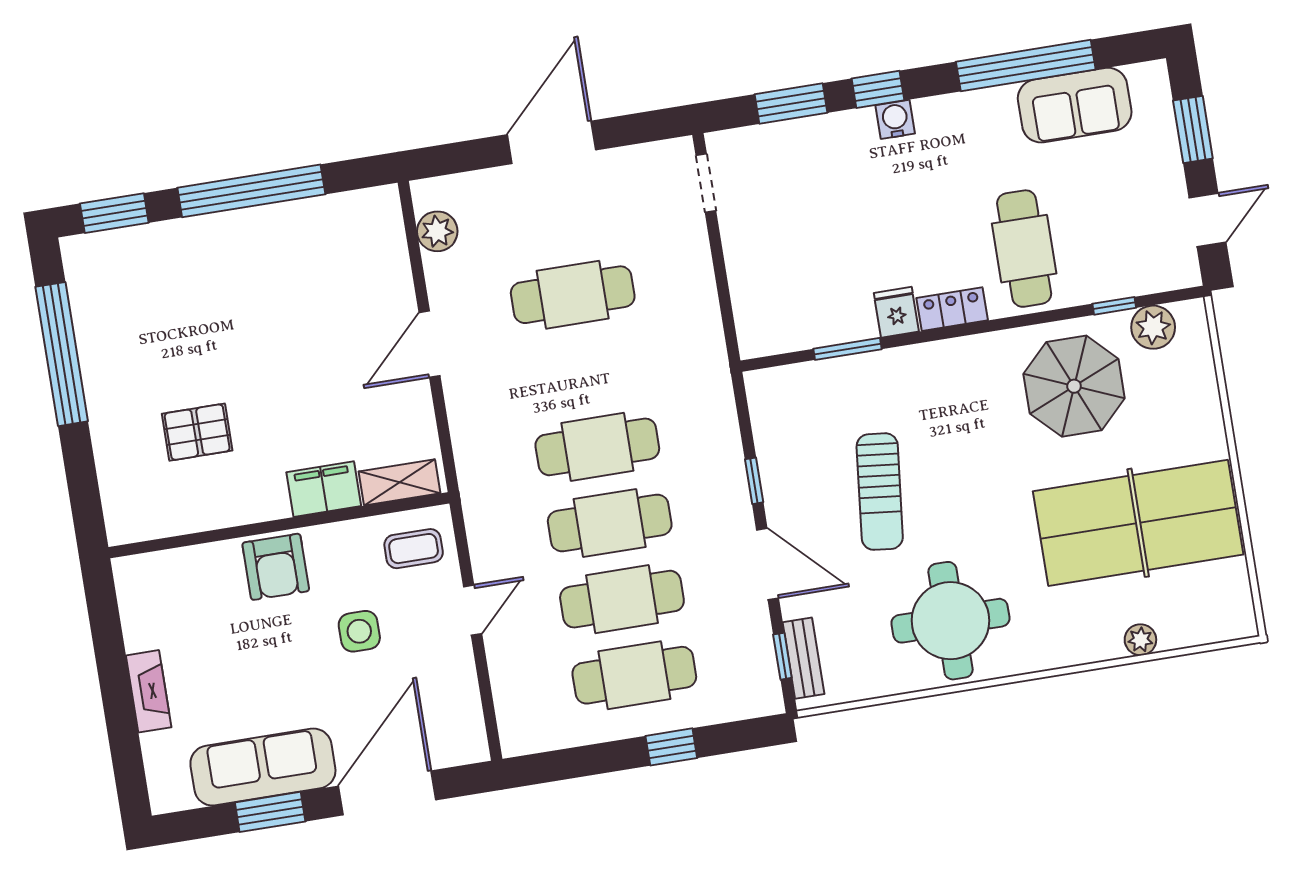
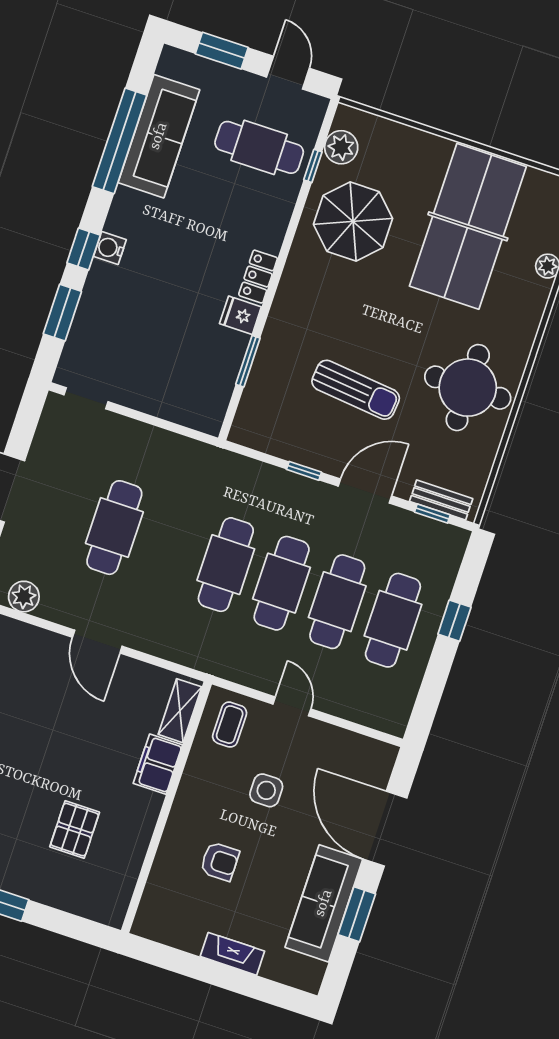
sofa: (1075, 105) -> (159, 136), width x1.36
cafe table: (1024, 249) -> (259, 147), moved
armchair: (276, 567) -> (220, 861), moved, width x0.72, depth x0.72

